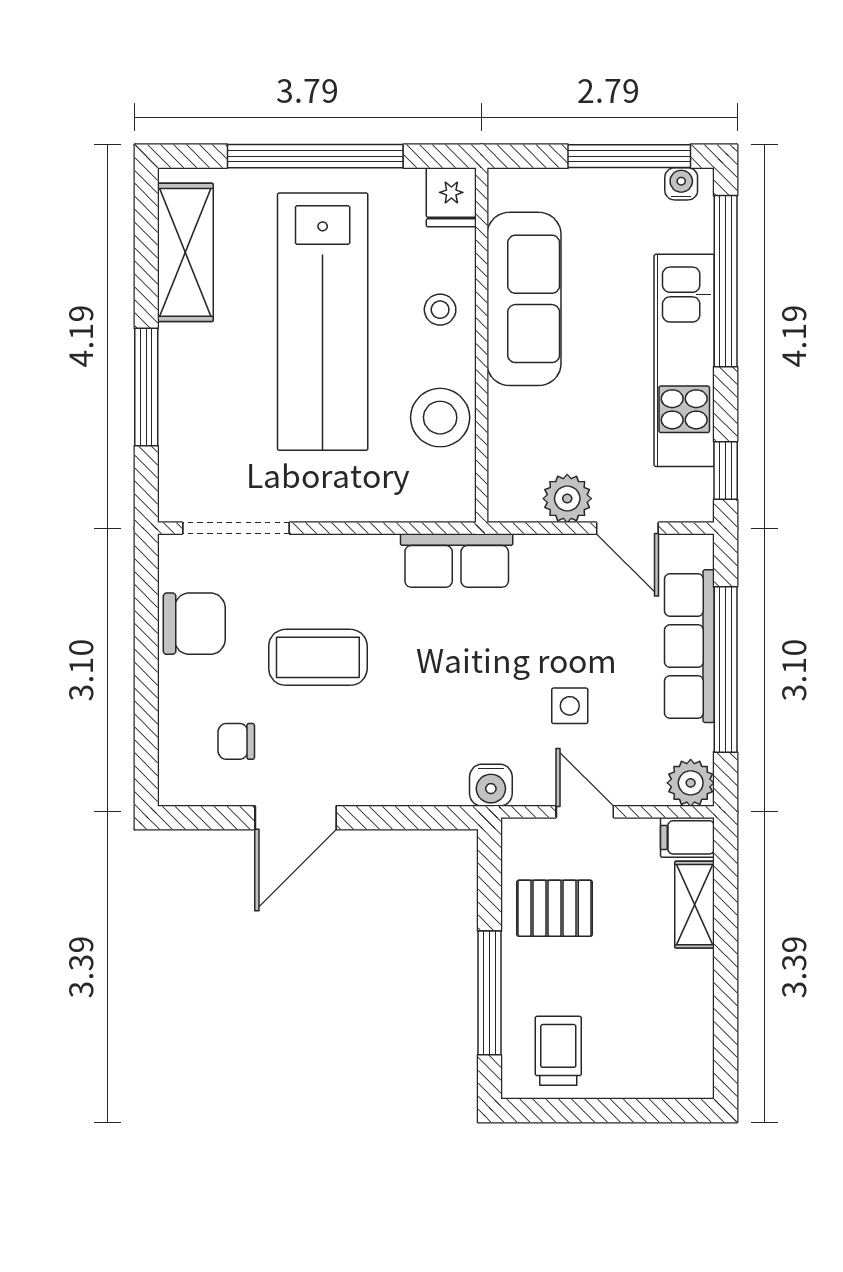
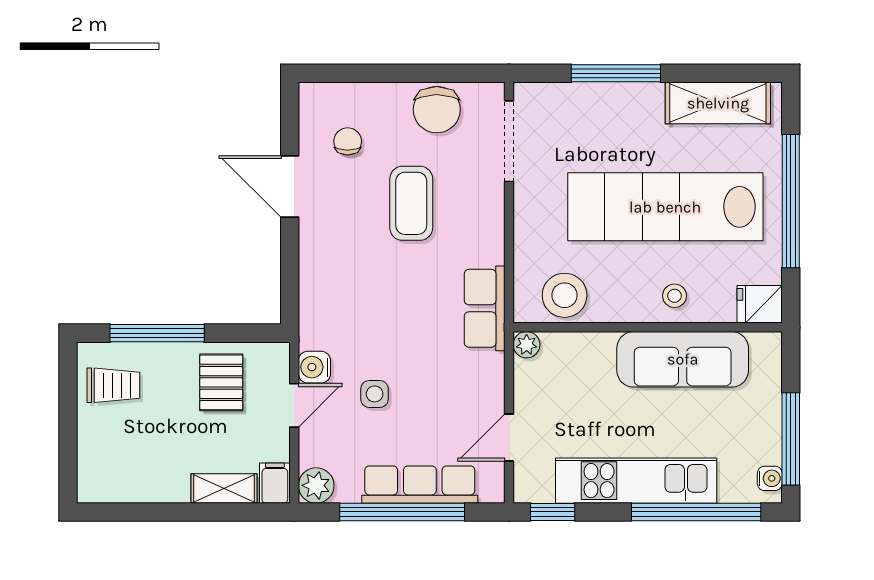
stool: (440, 418) -> (565, 295), moved
plant: (567, 499) -> (527, 345), moved, width x0.73, depth x0.73
water cooler: (491, 785) -> (314, 367), moved

